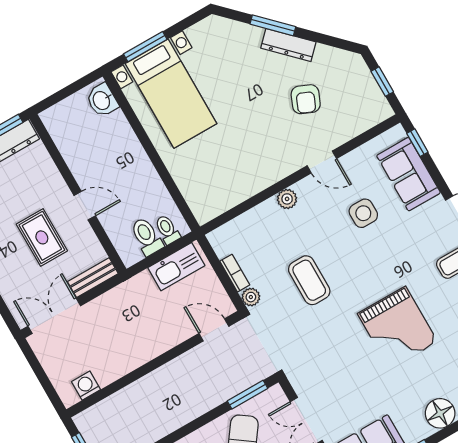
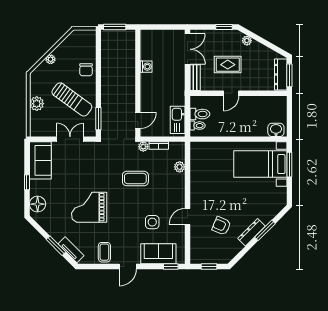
plant: (287, 199) -> (180, 167), moved
washing machine: (86, 386) -> (146, 67), moved

